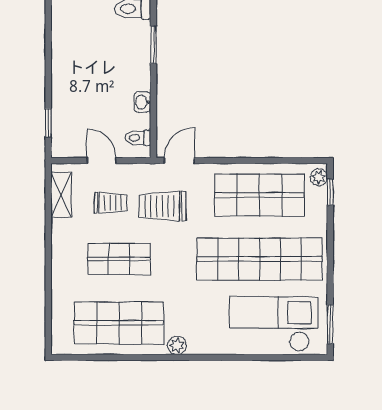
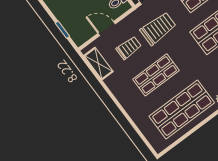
trolley: (163, 206) -> (158, 28), turned 180

